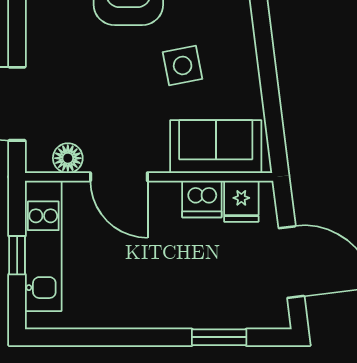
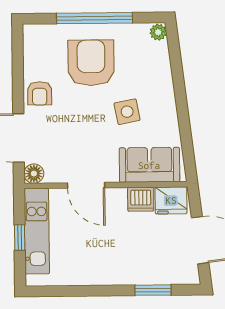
armchair: (50, 36) -> (40, 93), added
floor lamp: (68, 158) -> (34, 174), moved
fridge: (241, 201) -> (171, 200), width x1.38

